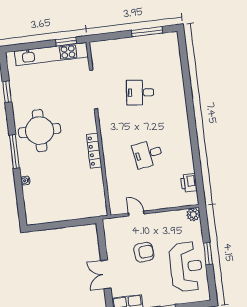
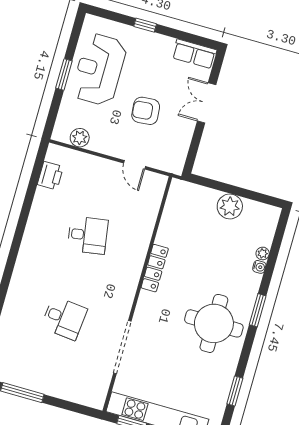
window: (14, 151) -> (258, 310), width x0.69
plant: (27, 190) -> (263, 253), added
plant: (62, 212) -> (230, 206), added
plant: (193, 214) -> (80, 138), moved
double door: (106, 274) -> (207, 103), swing flipped

